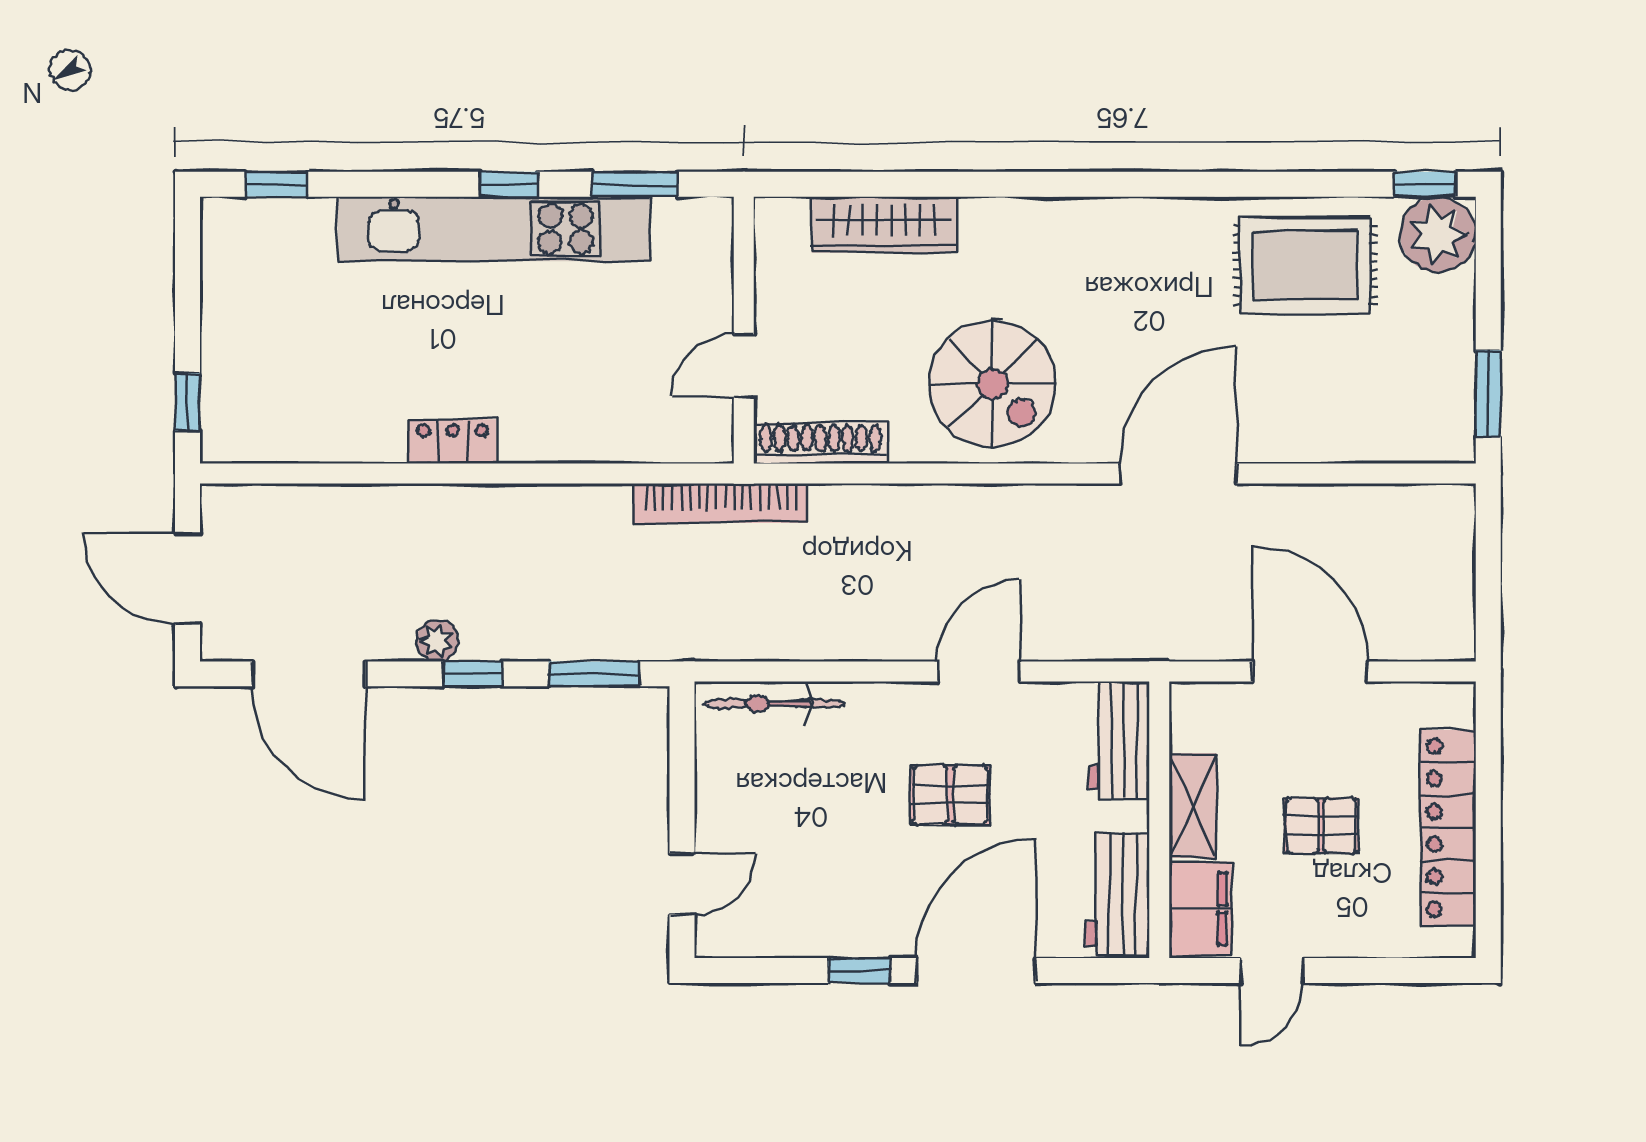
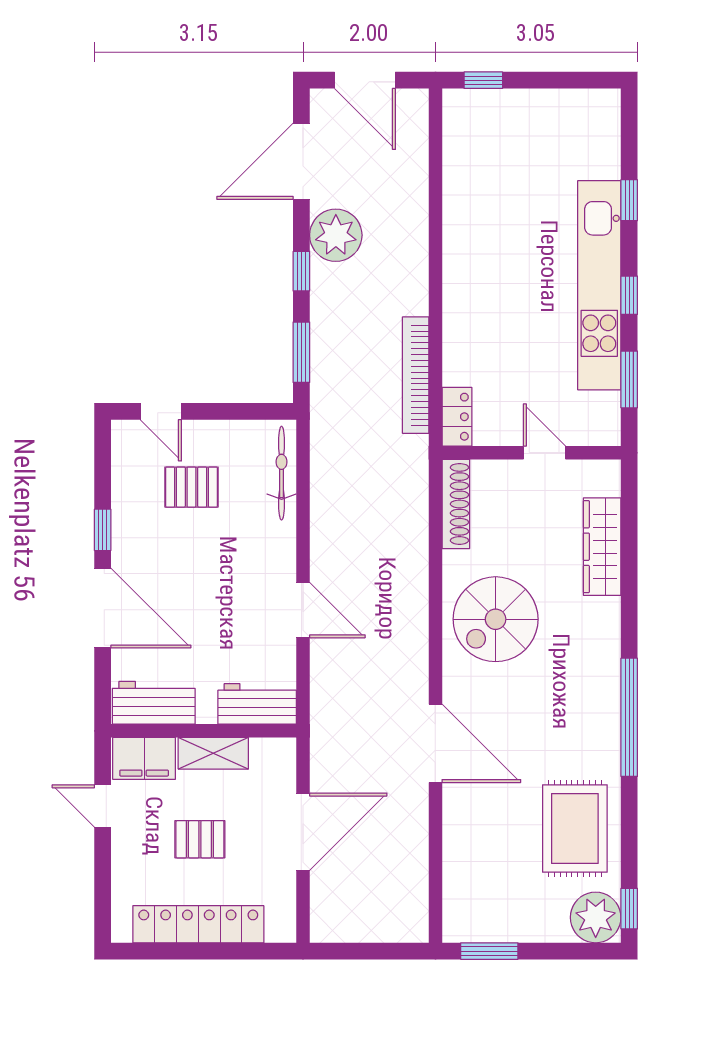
window: (276, 184) -> (629, 200), moved
window: (1139, 184) -> (629, 717), added
door: (744, 366) -> (544, 453), moved
locker: (453, 442) -> (457, 417), moved
bookcase: (720, 503) -> (416, 375), moved
door: (187, 579) -> (365, 80), swing flipped
plant: (437, 641) -> (336, 235), width x1.88, depth x1.88
pallet: (950, 795) -> (191, 487), moved, turned 90
pallet: (1321, 825) -> (200, 839), turned 90

